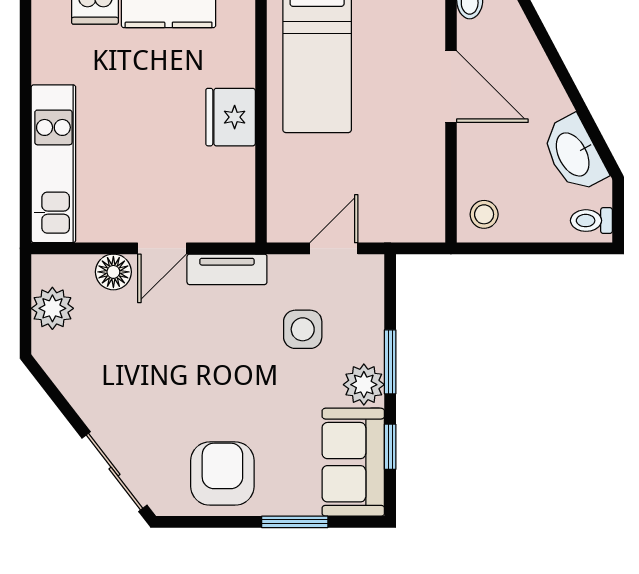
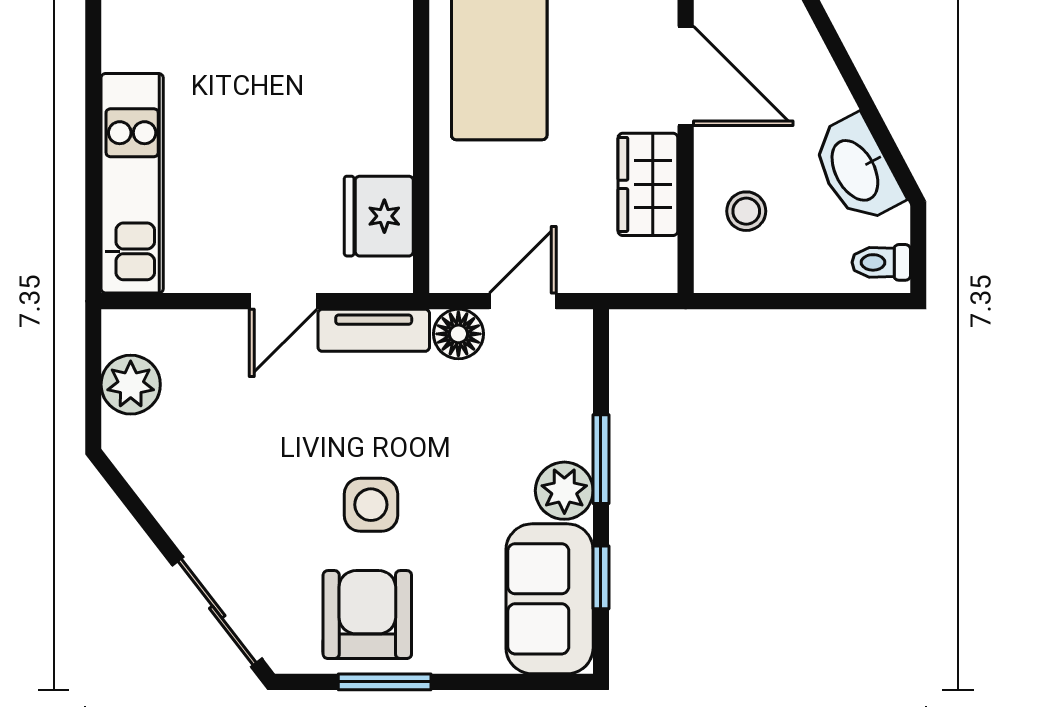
fridge: (231, 117) -> (379, 216), moved
wardrobe: (424, 165) -> (648, 184), added
stool: (484, 214) -> (746, 211), moved
floor lamp: (113, 272) -> (458, 334), moved
side table: (303, 329) -> (371, 505), moved
window: (295, 522) -> (385, 682), moved

